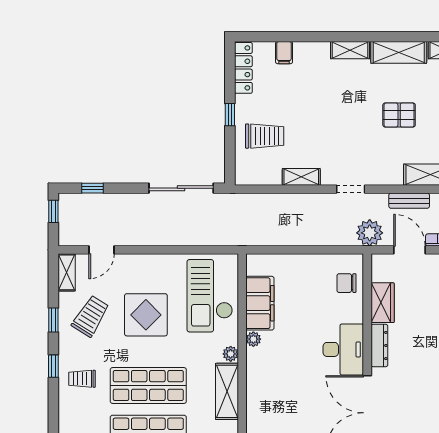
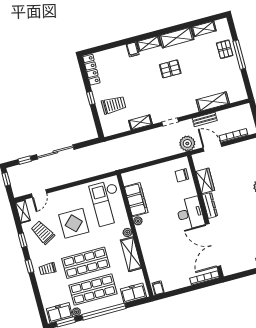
filing cabinet: (284, 53) -> (133, 49), moved
pallet: (399, 115) -> (170, 69), moved
sliding door: (181, 188) -> (55, 152), moved
trolley: (90, 316) -> (43, 232), turned -61

